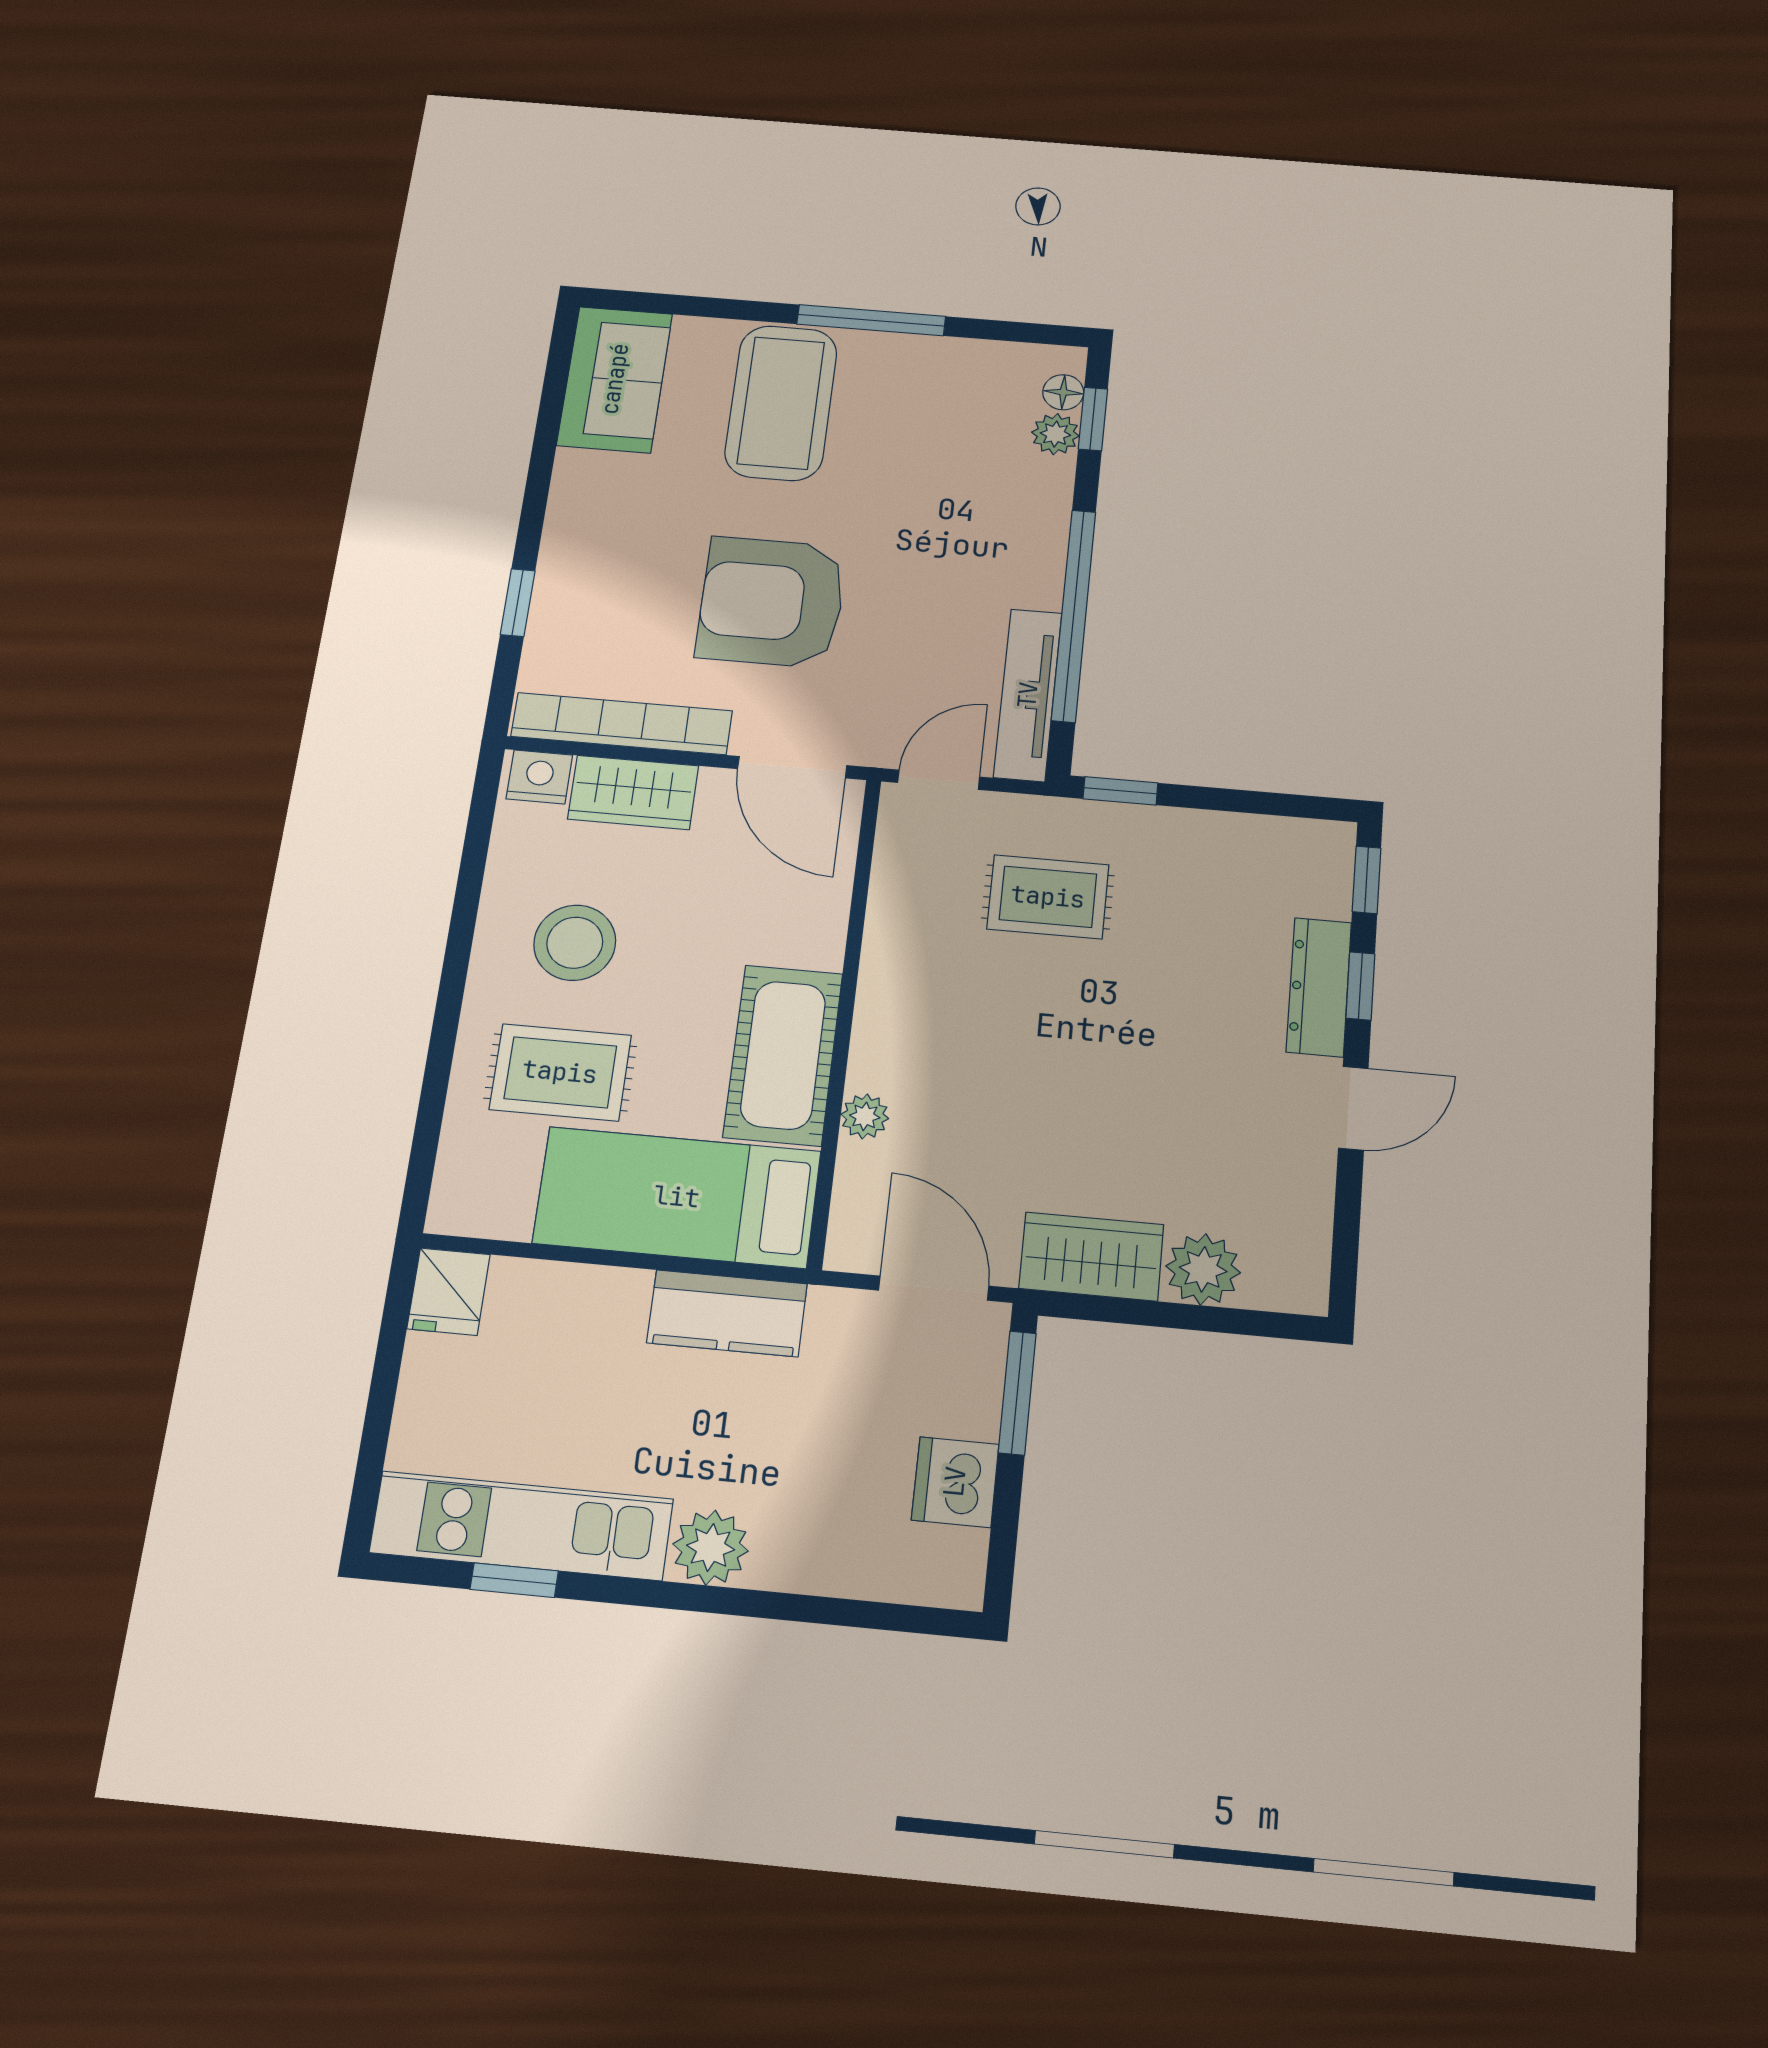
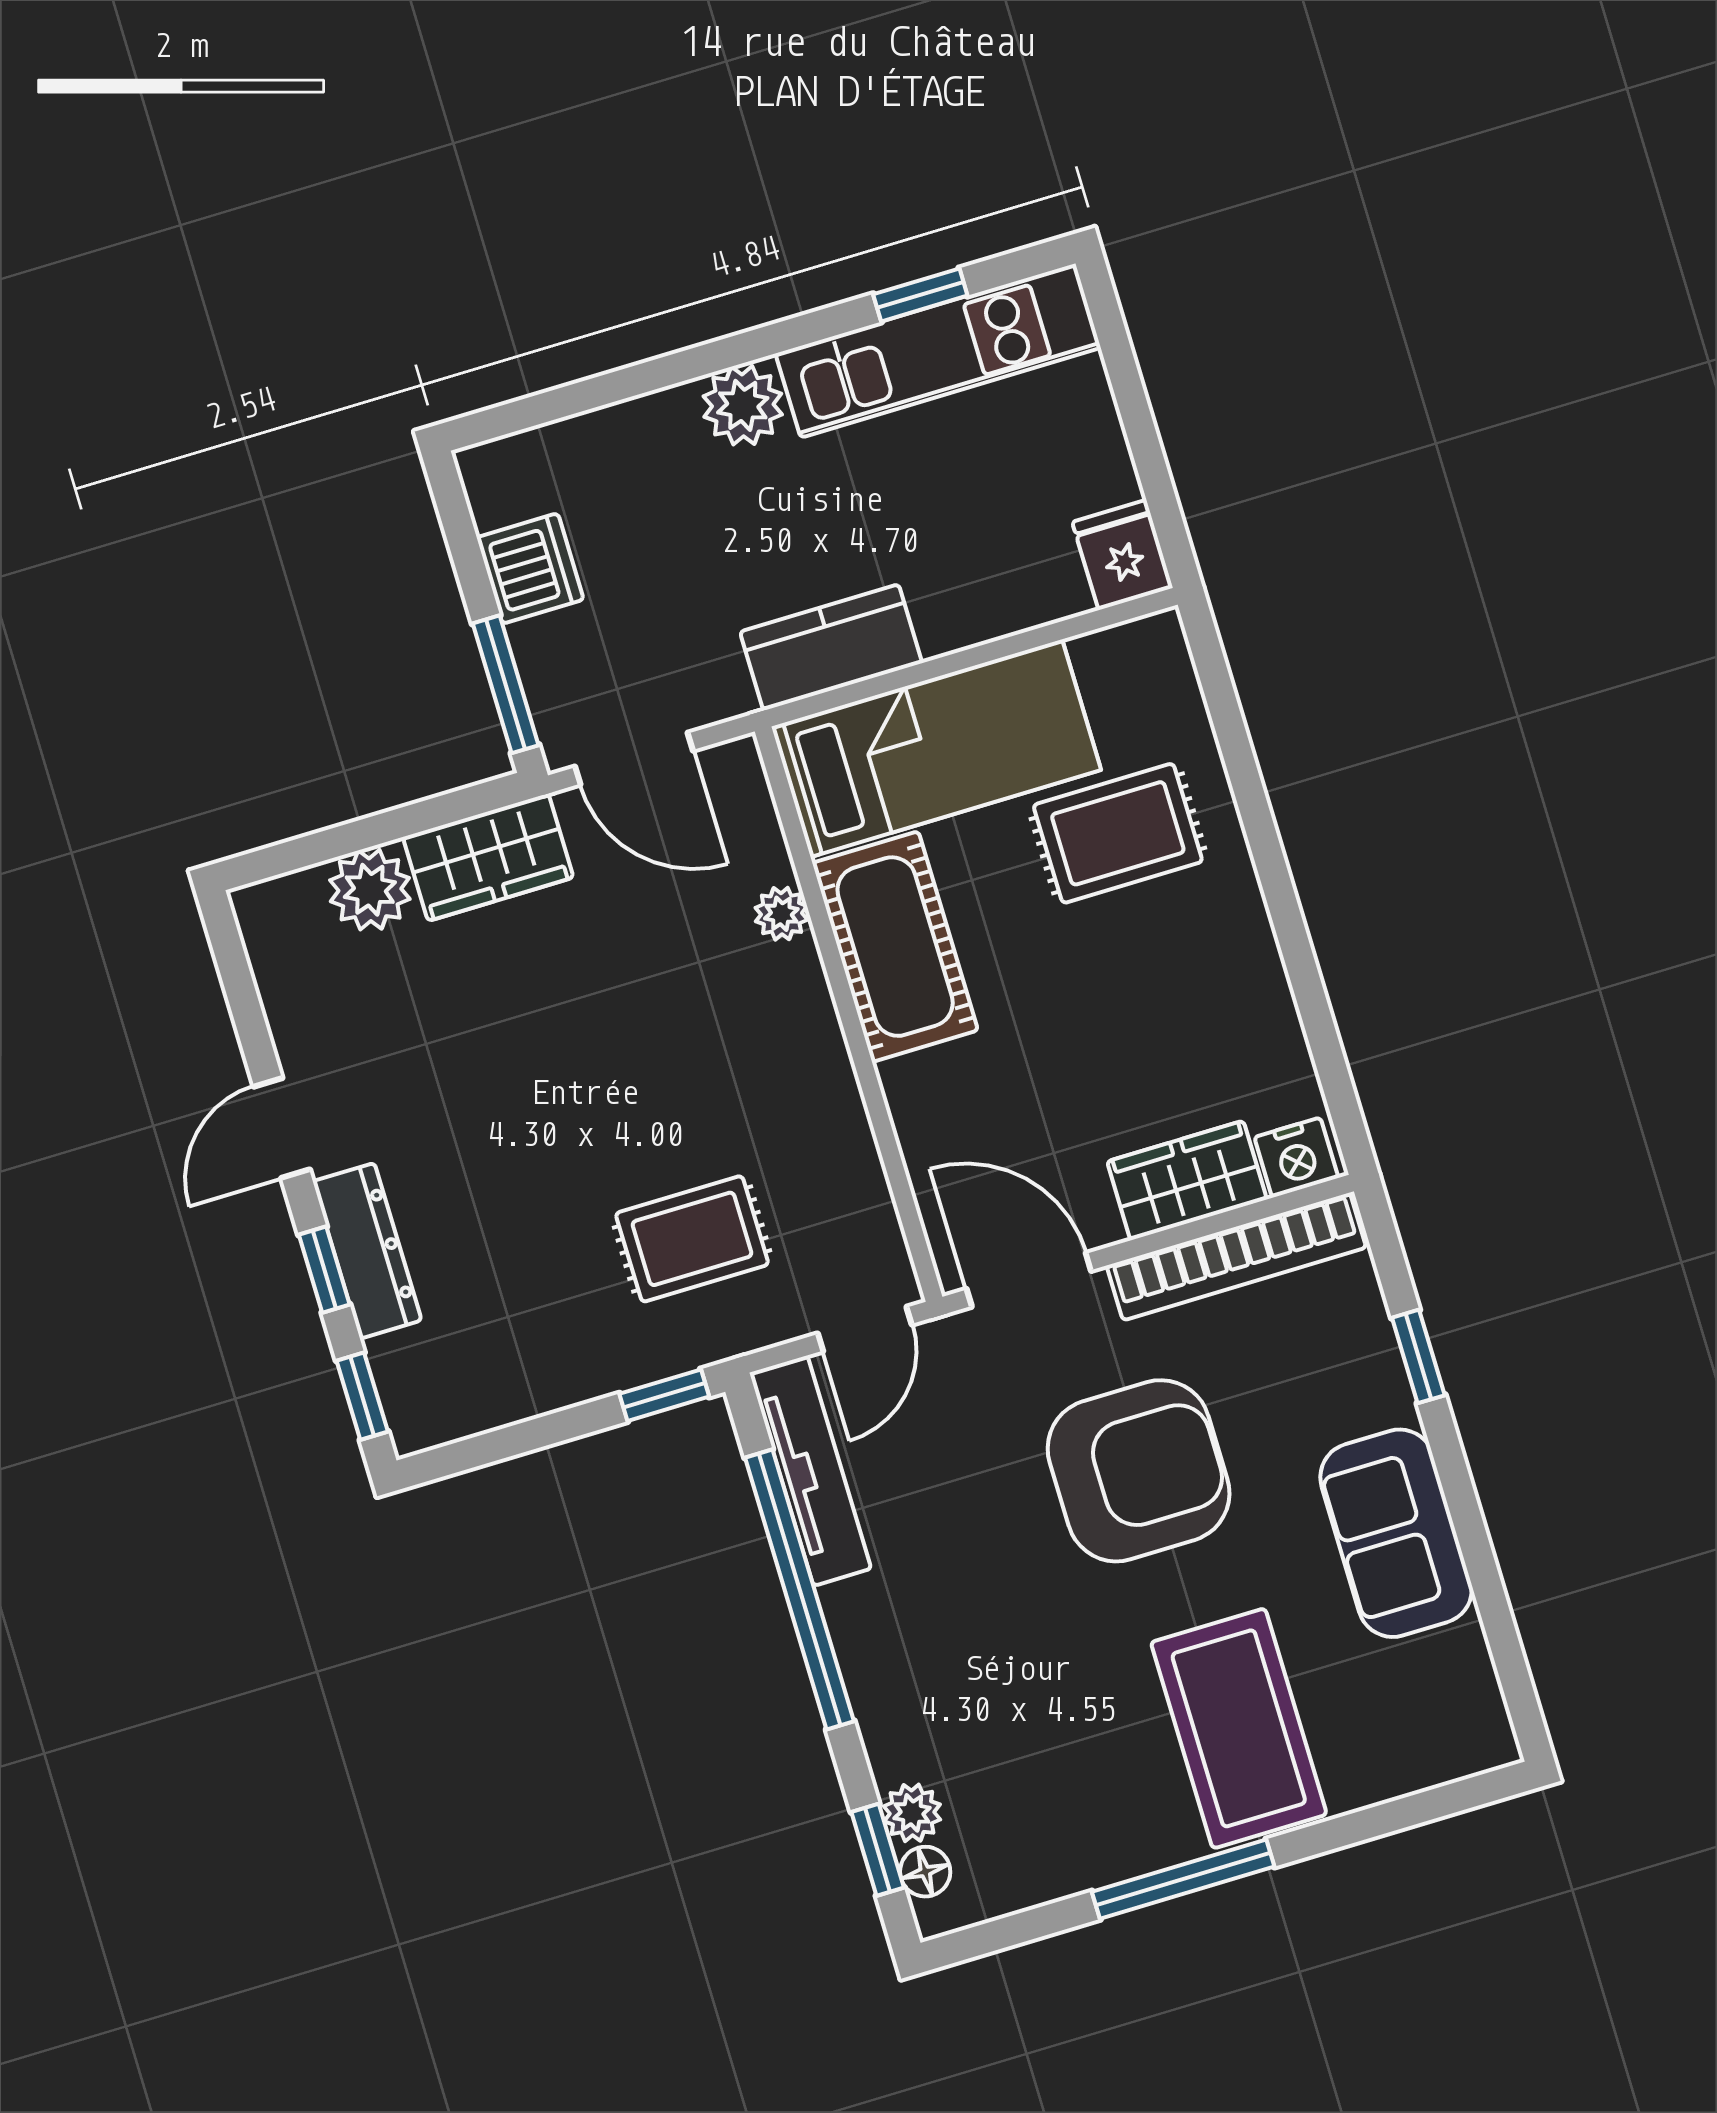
sofa: (615, 379) -> (1396, 1533), moved
stool: (575, 943) -> (1170, 983), removed

